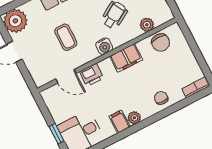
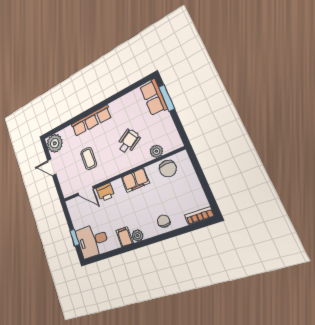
water cooler: (104, 46) -> (118, 168), removed

